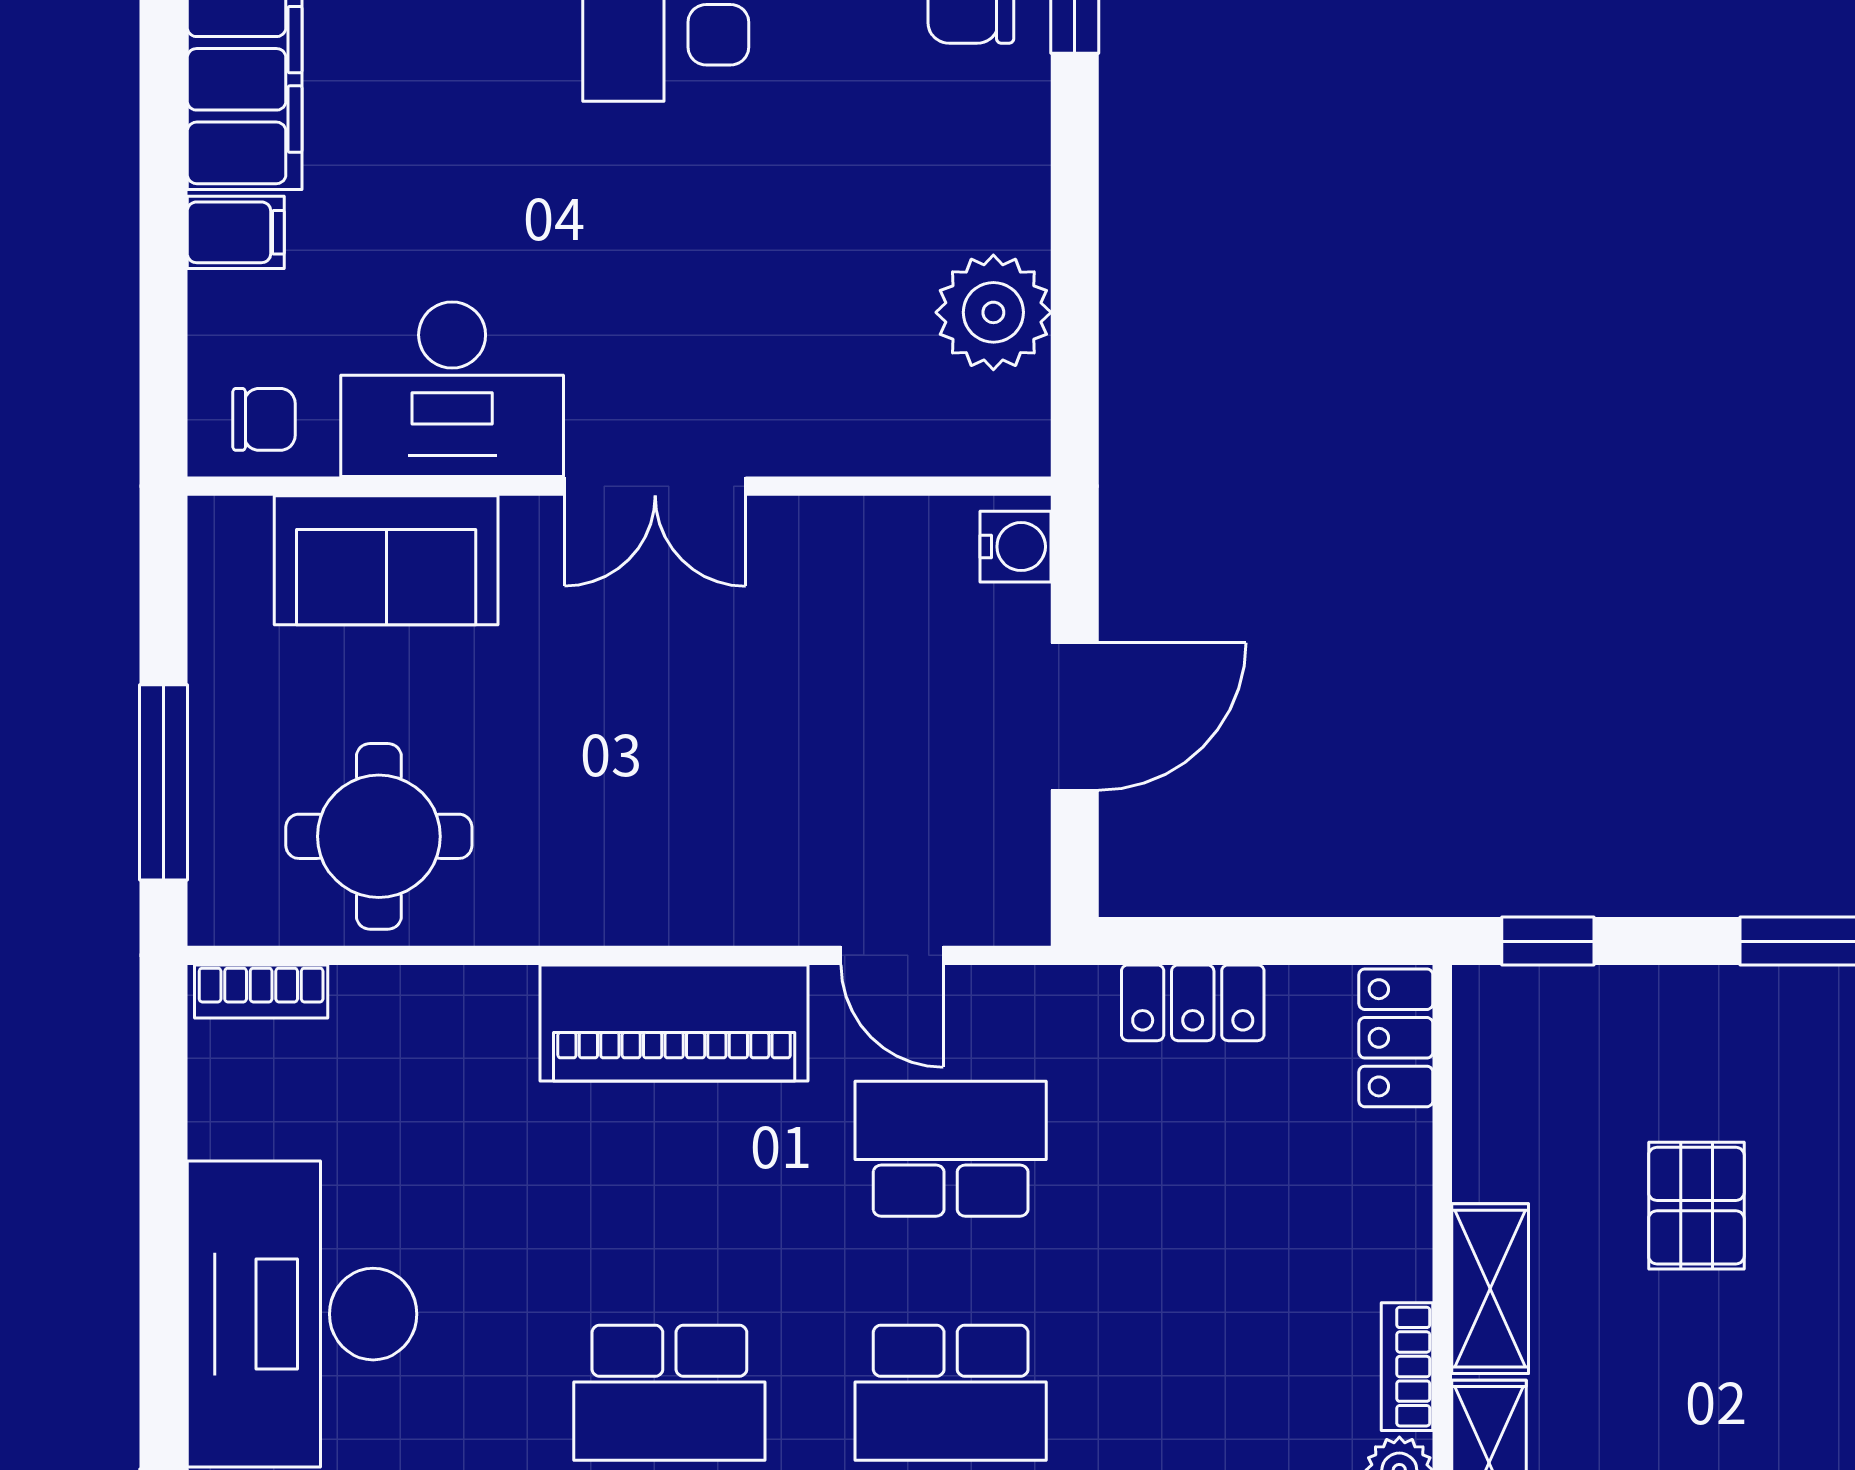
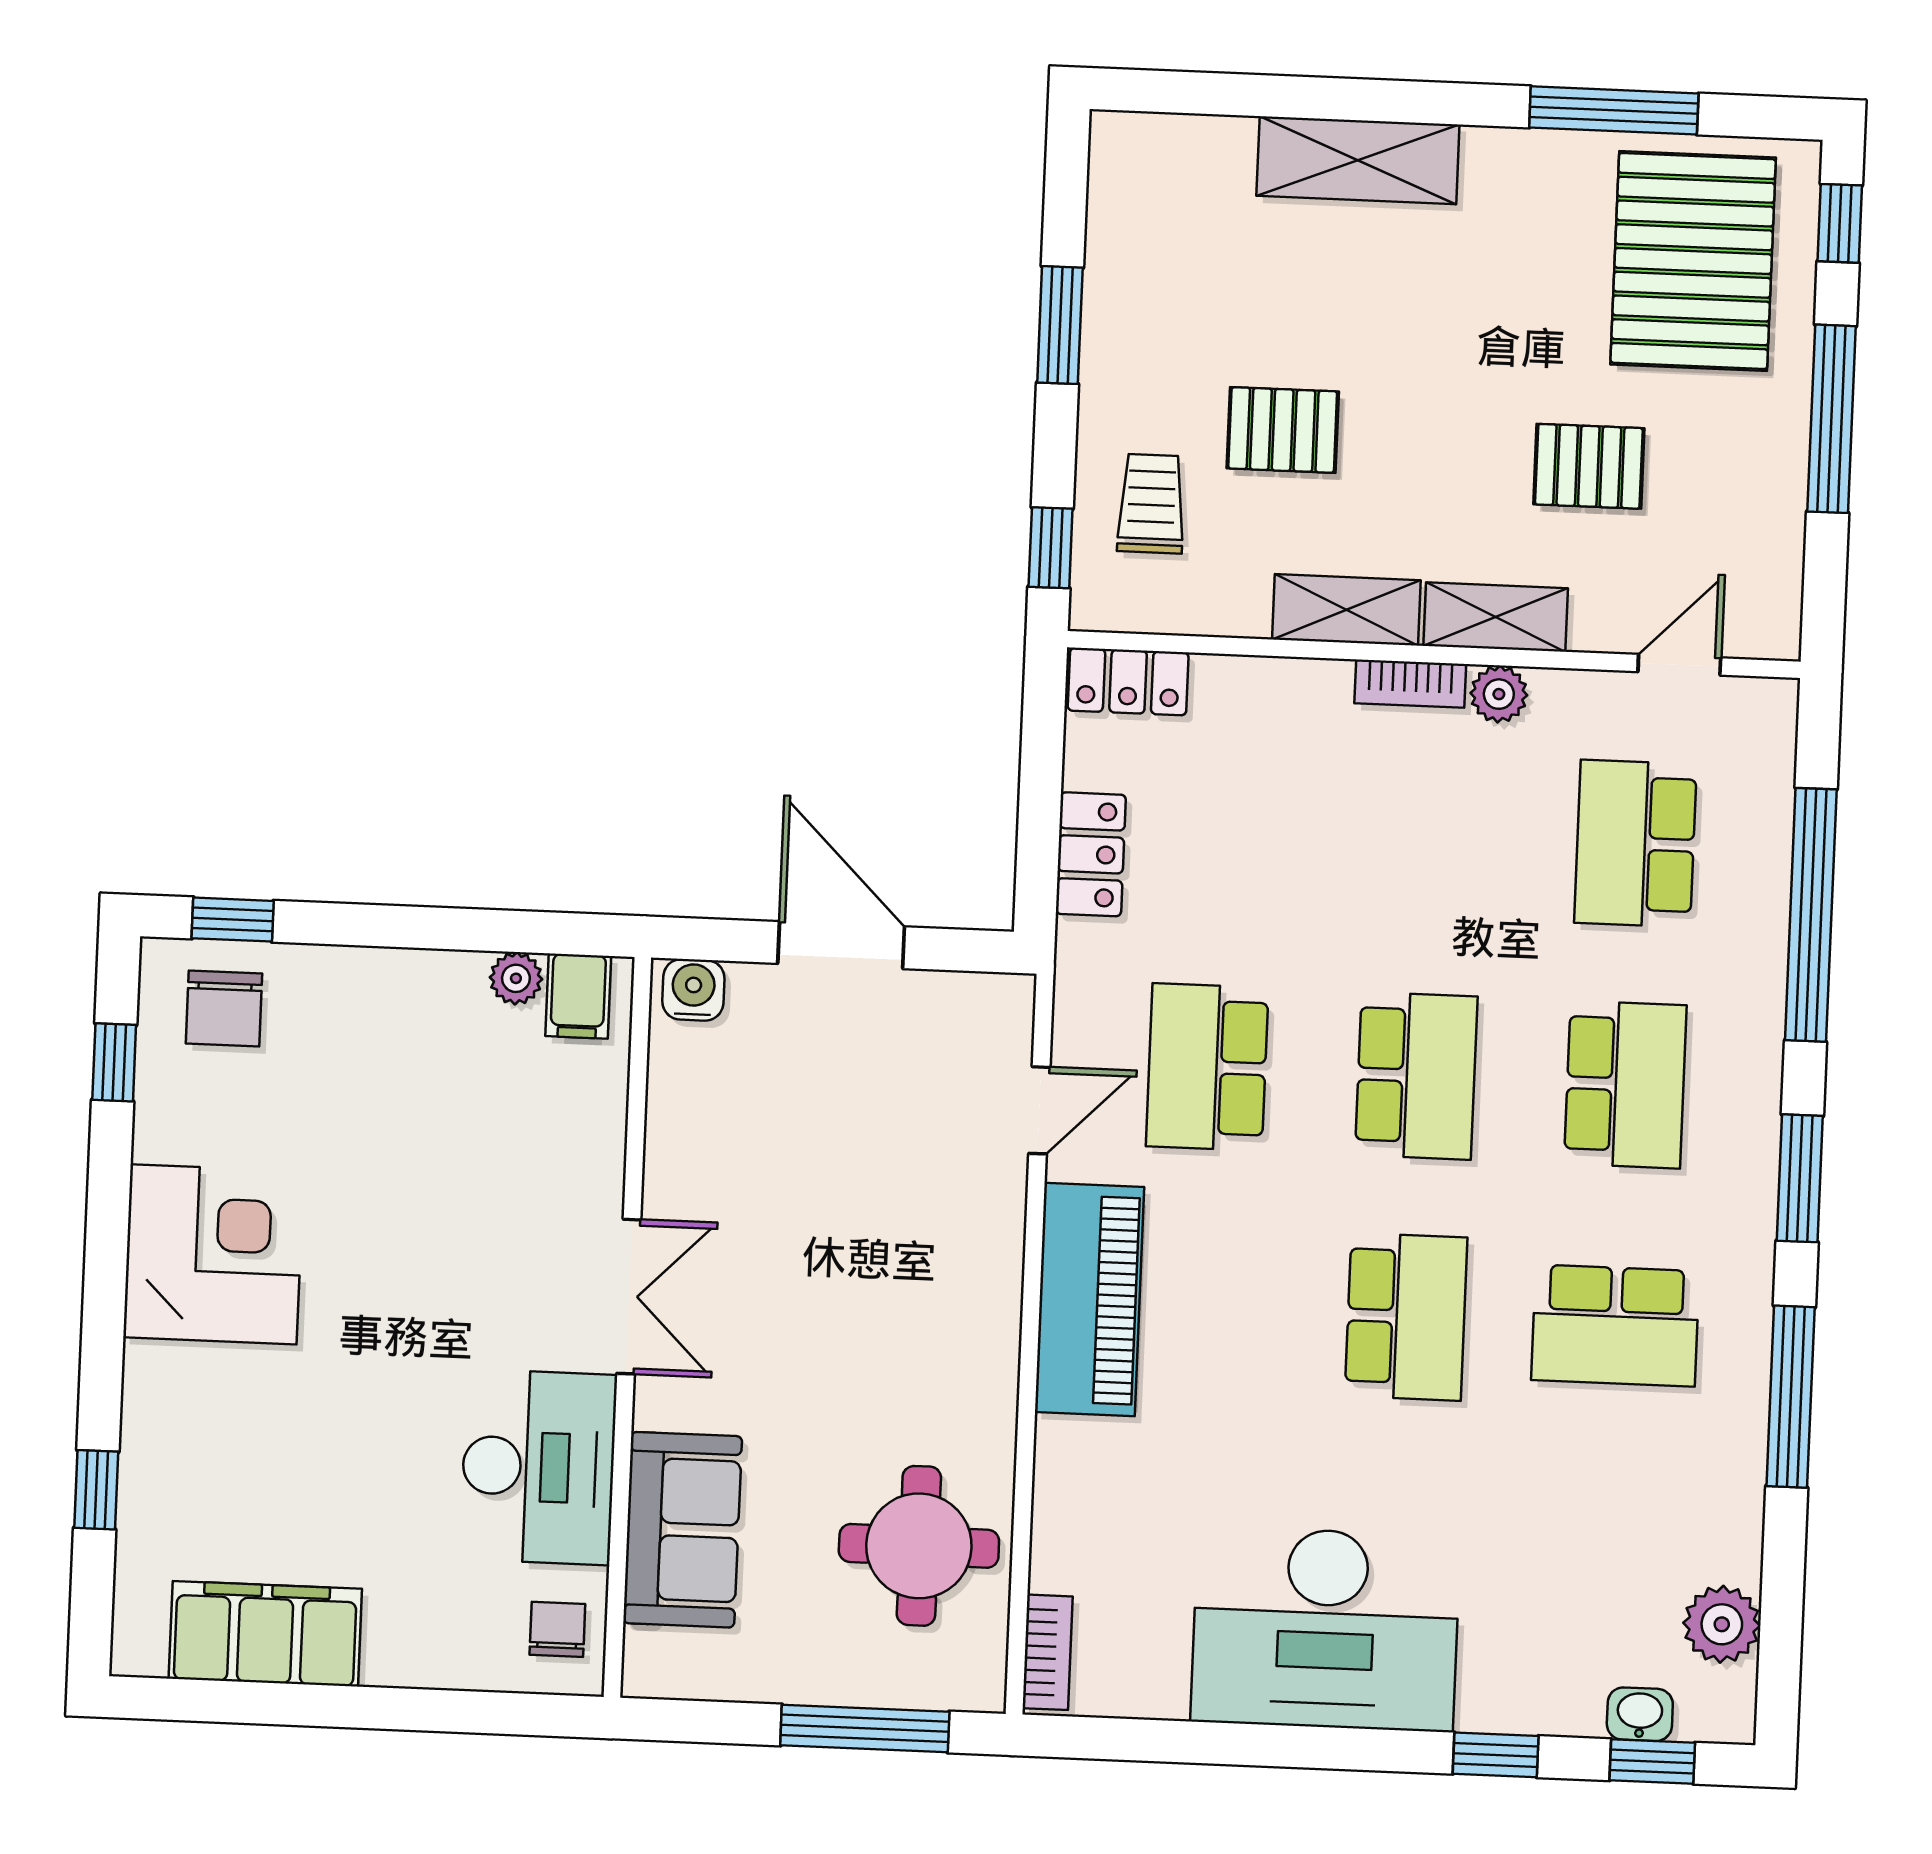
filing cabinet: (236, 232) -> (578, 996), moved, turned 180
plant: (993, 312) -> (516, 978), width x0.53, depth x0.53
trolley: (1604, 1056) -> (1151, 504), added

